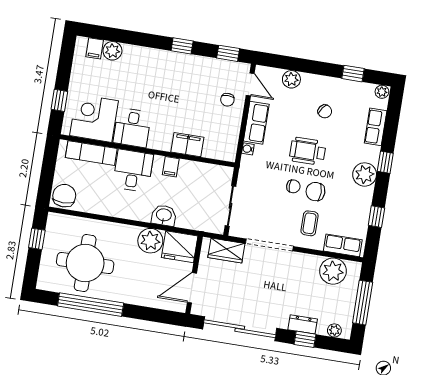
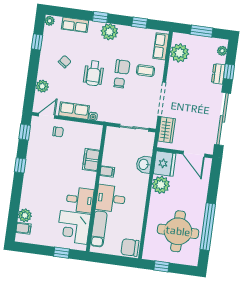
chair: (315, 192) -> (123, 67), turned -90
washbasin: (164, 215) -> (144, 164), moved
window: (363, 303) -> (202, 31), width x0.69

